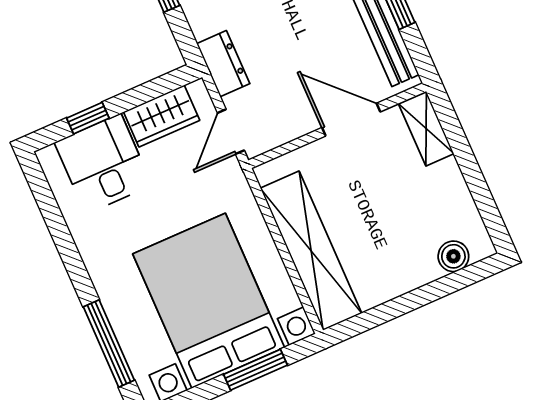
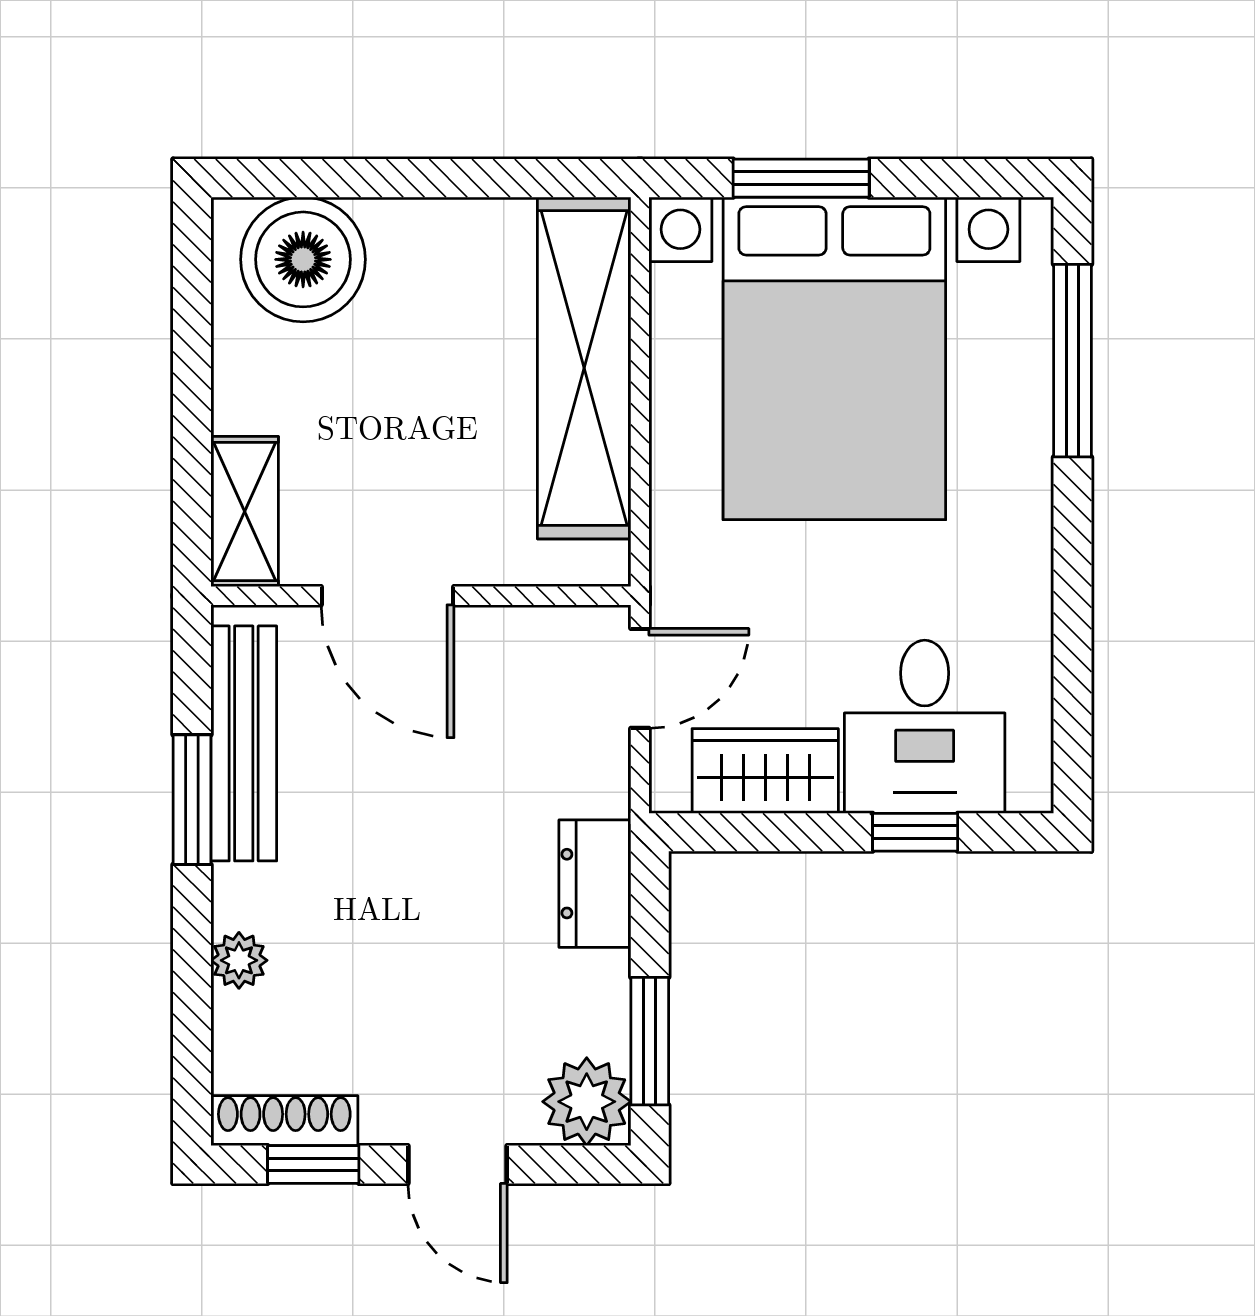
dresser: (223, 64) -> (595, 884), moved
boiler: (453, 256) -> (303, 259), width x1.86, depth x1.86

